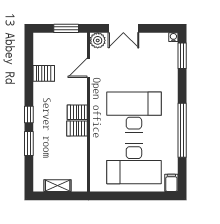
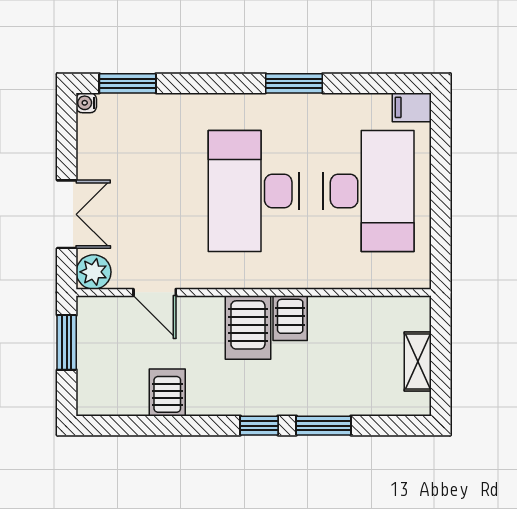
server rack: (77, 112) -> (248, 327), width x1.36, depth x1.44
window: (182, 130) -> (294, 83), width x0.47

